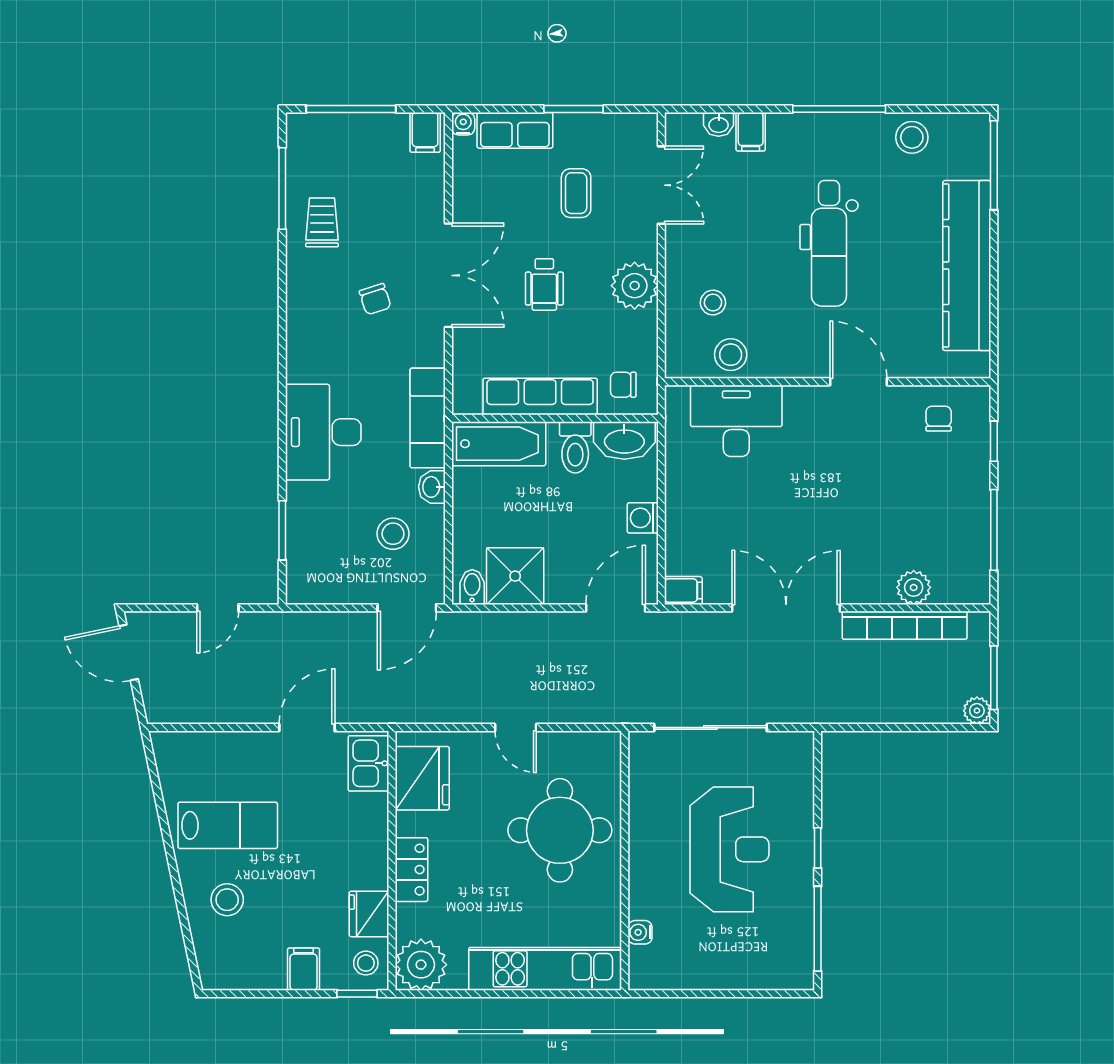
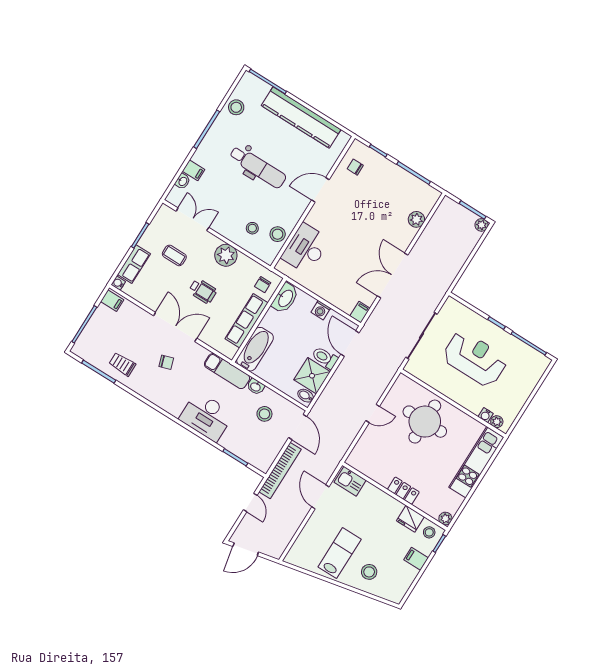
toilet: (575, 447) -> (325, 358), moved, turned 180
bookcase: (905, 625) -> (280, 471), moved
fridge: (422, 778) -> (370, 464), removed
plant: (641, 960) -> (497, 422), added
plant: (421, 965) -> (445, 519), width x0.53, depth x0.53

